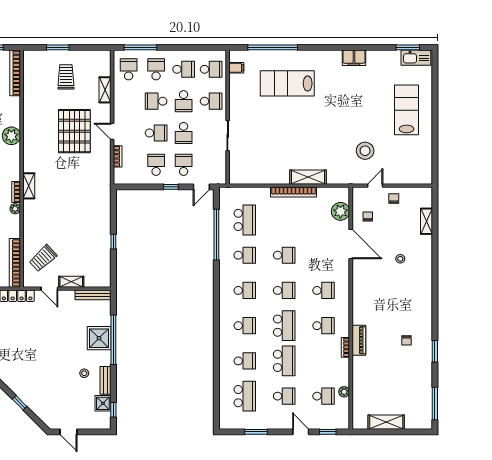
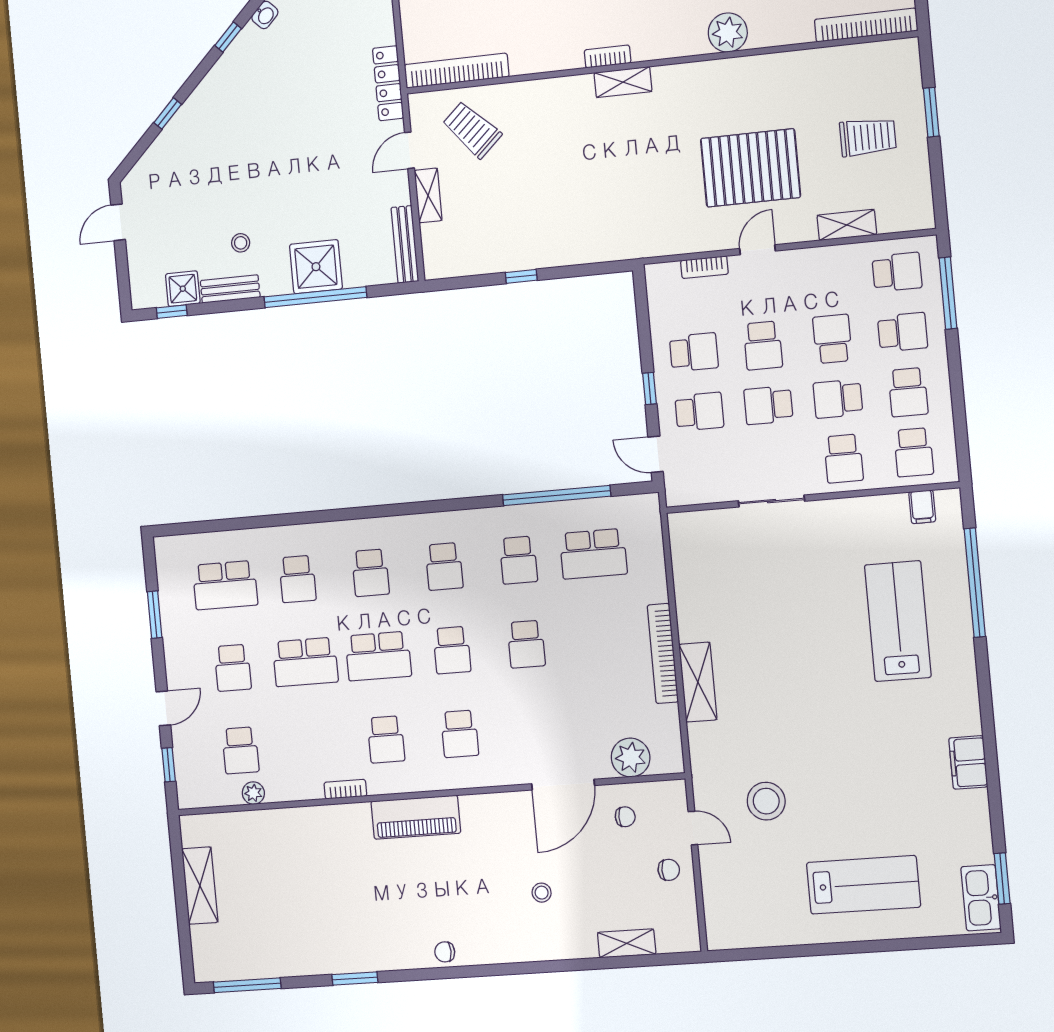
plant: (15, 209) -> (572, 58), removed
piano: (359, 340) -> (416, 817), moved, width x1.37, depth x1.33
chair: (406, 340) -> (445, 952), moved

